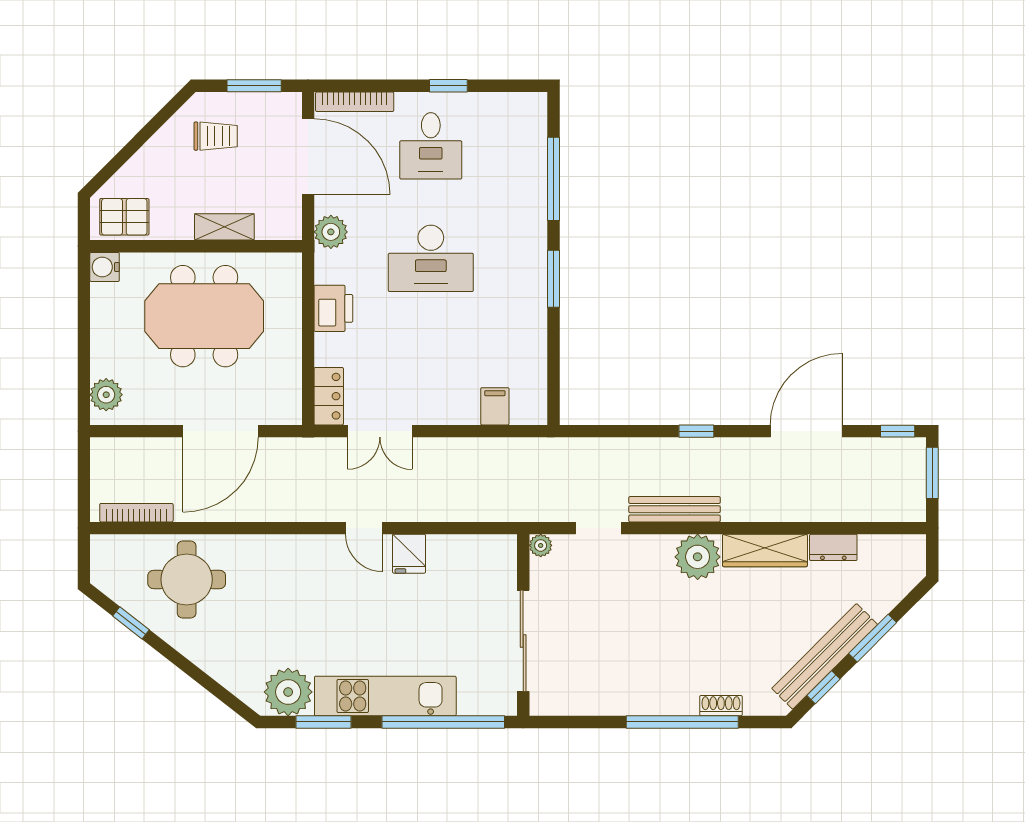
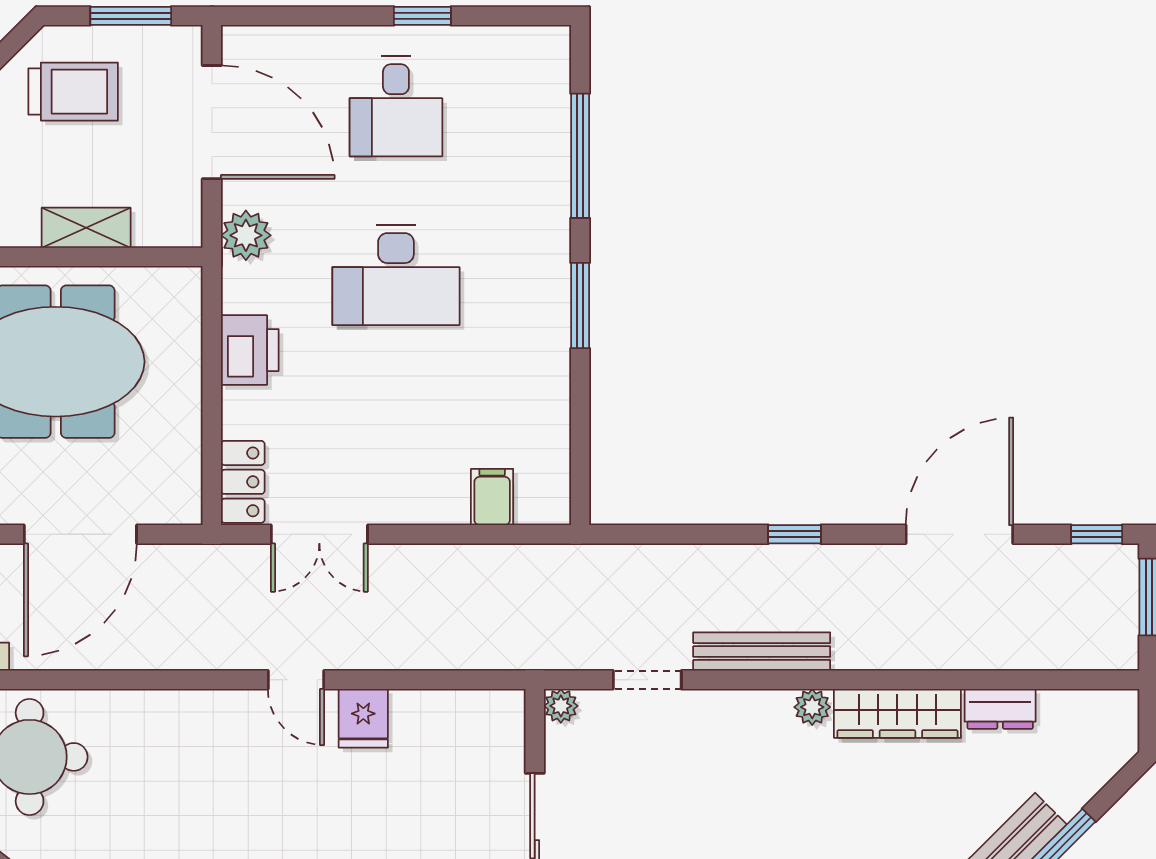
bookcase: (355, 102) -> (282, 40), removed
trolley: (216, 136) -> (73, 92), width x1.36, depth x1.39
plant: (698, 557) -> (812, 707), width x0.53, depth x0.53

